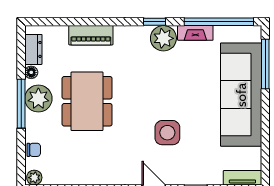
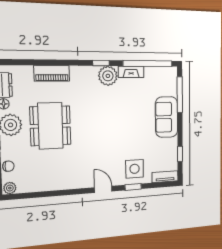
sofa: (241, 95) -> (167, 117), width x0.54, depth x0.79
side table: (167, 133) -> (135, 169), moved
window: (265, 147) -> (180, 154), added

